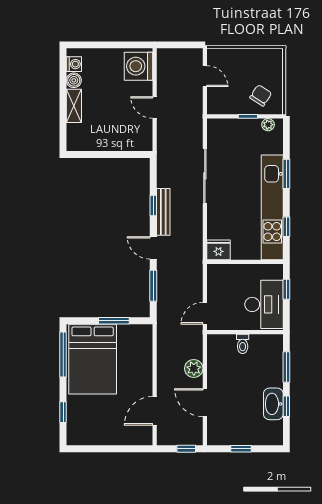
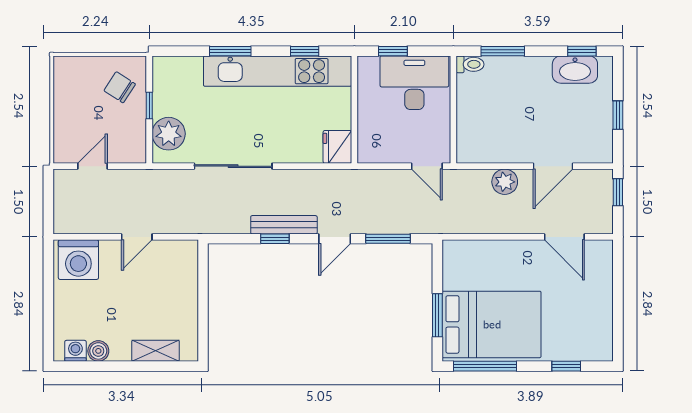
shelving: (74, 106) -> (156, 351), moved
plant: (268, 125) -> (169, 134), moved, width x1.87, depth x1.87
window: (114, 321) -> (437, 315), moved
toilet: (243, 344) -> (470, 64), moved
washbasin: (273, 404) -> (575, 70), moved
window: (286, 406) -> (582, 51), moved

